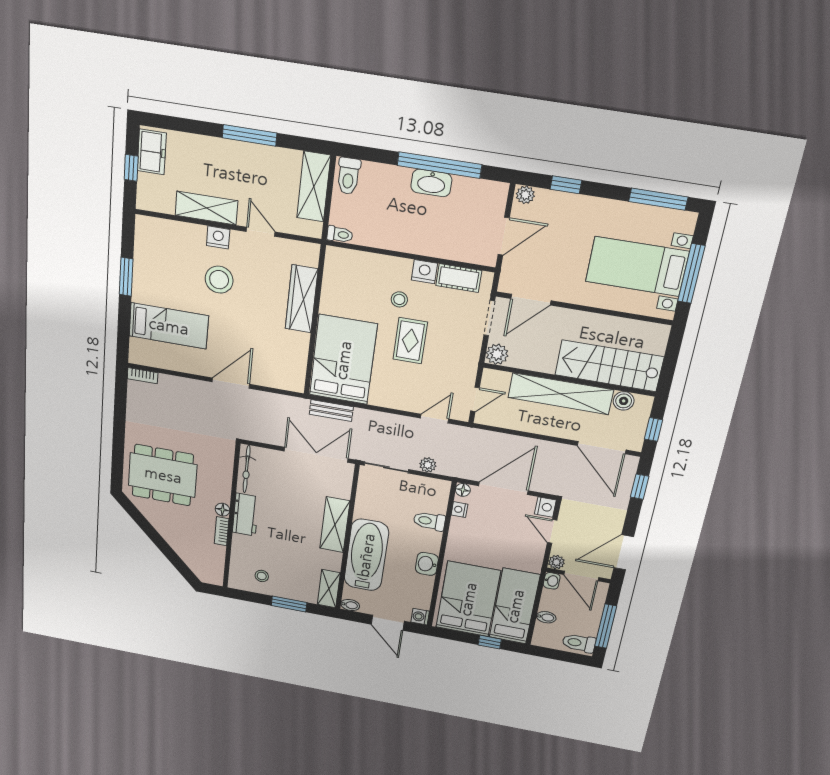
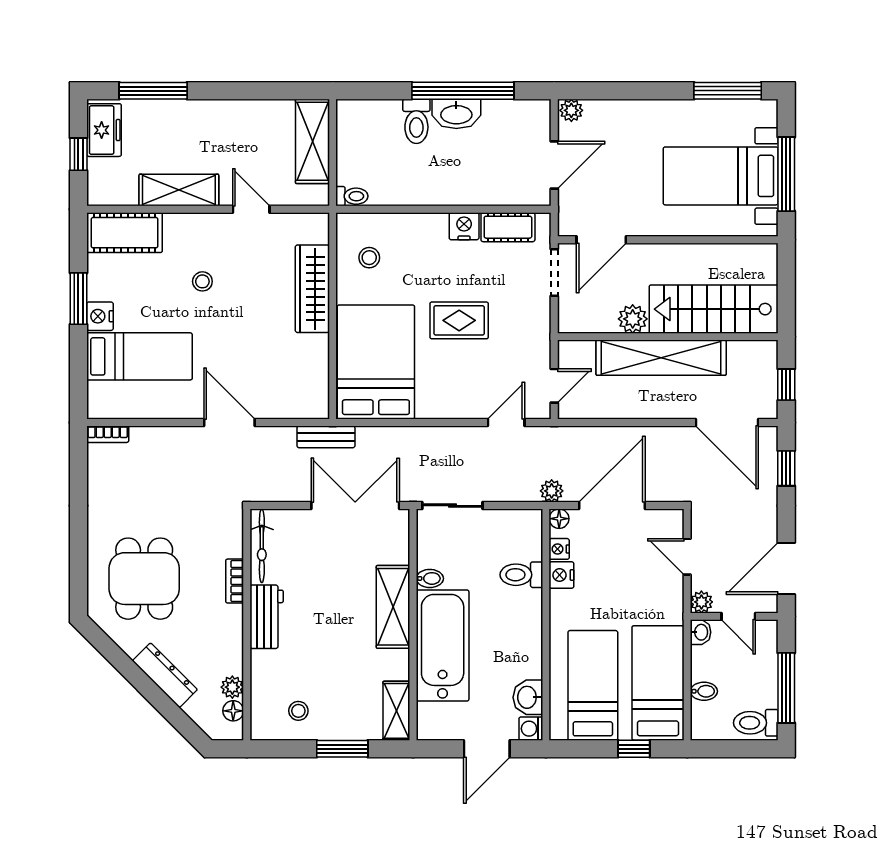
window: (249, 135) -> (153, 91), moved
toilet: (348, 176) -> (416, 121), moved
window: (566, 185) -> (617, 91), removed
cot: (163, 234) -> (124, 233), added
nightstand: (218, 237) -> (100, 316), moved, turned -90
stool: (219, 280) -> (202, 281), width x0.53, depth x0.53
stool: (399, 299) -> (369, 258), moved
rug: (410, 341) -> (459, 320), turned 90
plant: (497, 354) -> (633, 319), moved
door: (231, 383) -> (229, 422), hinge flipped
boiler: (624, 401) -> (741, 353), removed
bench: (331, 411) -> (326, 437), moved
plant: (428, 465) -> (552, 491), moved
dining table: (163, 475) -> (144, 579), width x0.73
nightstand: (545, 507) -> (561, 575), moved, turned 180
floor lamp: (223, 510) -> (233, 711), moved
bookcase: (222, 531) -> (235, 581), moved
dresser: (173, 538) -> (165, 675), added
plant: (218, 553) -> (232, 687), added
washbasin: (427, 564) -> (528, 697), moved
door: (581, 576) -> (738, 616), width x0.73
bed: (468, 599) -> (593, 685), width x0.67
bidet: (350, 605) -> (430, 578), moved
door: (388, 623) -> (487, 749), hinge flipped

